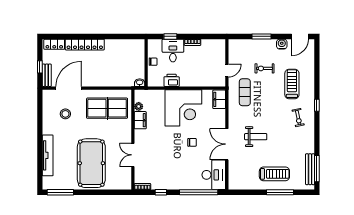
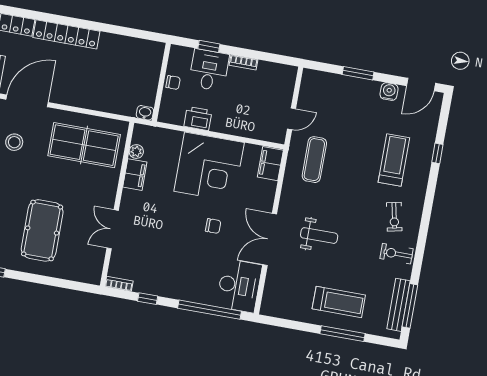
exercise bike: (264, 68) -> (397, 254), moved
window: (317, 105) -> (437, 153), moved
pool table: (91, 163) -> (42, 230), width x0.73, depth x0.76

